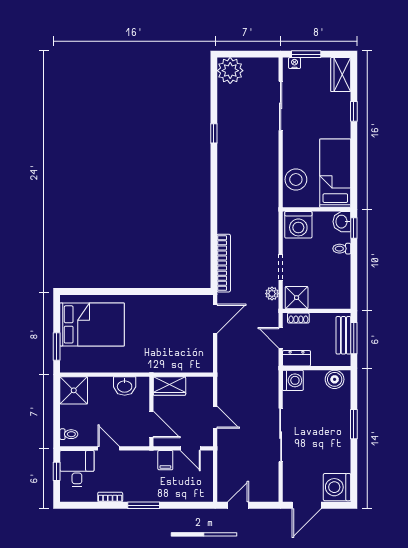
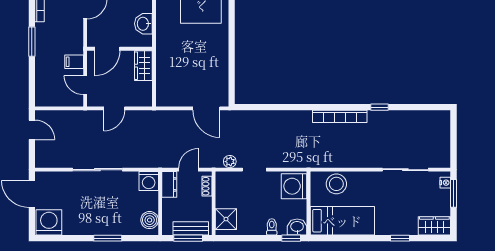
plant: (230, 71) -> (438, 122), removed
bookcase: (224, 263) -> (340, 116), moved
shower: (297, 298) -> (226, 219), moved
door: (190, 448) -> (85, 85), hinge flipped

